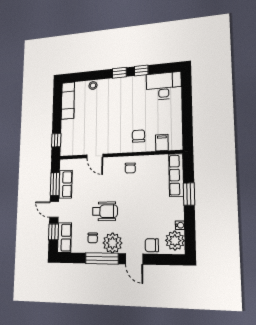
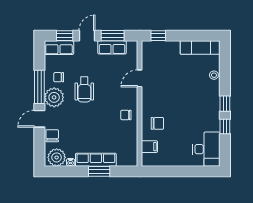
row of seats: (176, 175) -> (96, 160), moved

